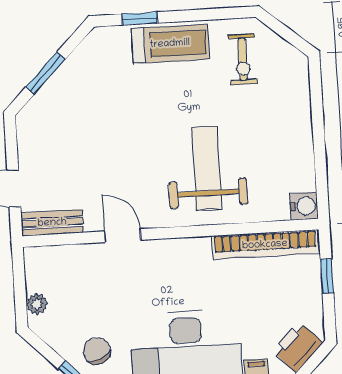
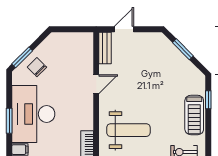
plant: (37, 304) -> (63, 38), removed
chair: (97, 351) -> (37, 67), turned -113

